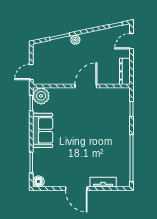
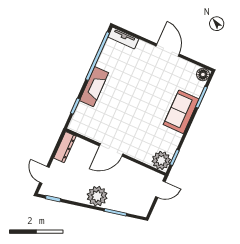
plant: (75, 40) -> (97, 196), width x1.88, depth x1.88
door: (131, 41) -> (44, 175), swing flipped
sofa: (43, 130) -> (181, 112), moved
fireplace: (123, 132) -> (94, 87), added
tv unit: (103, 182) -> (123, 38), moved

